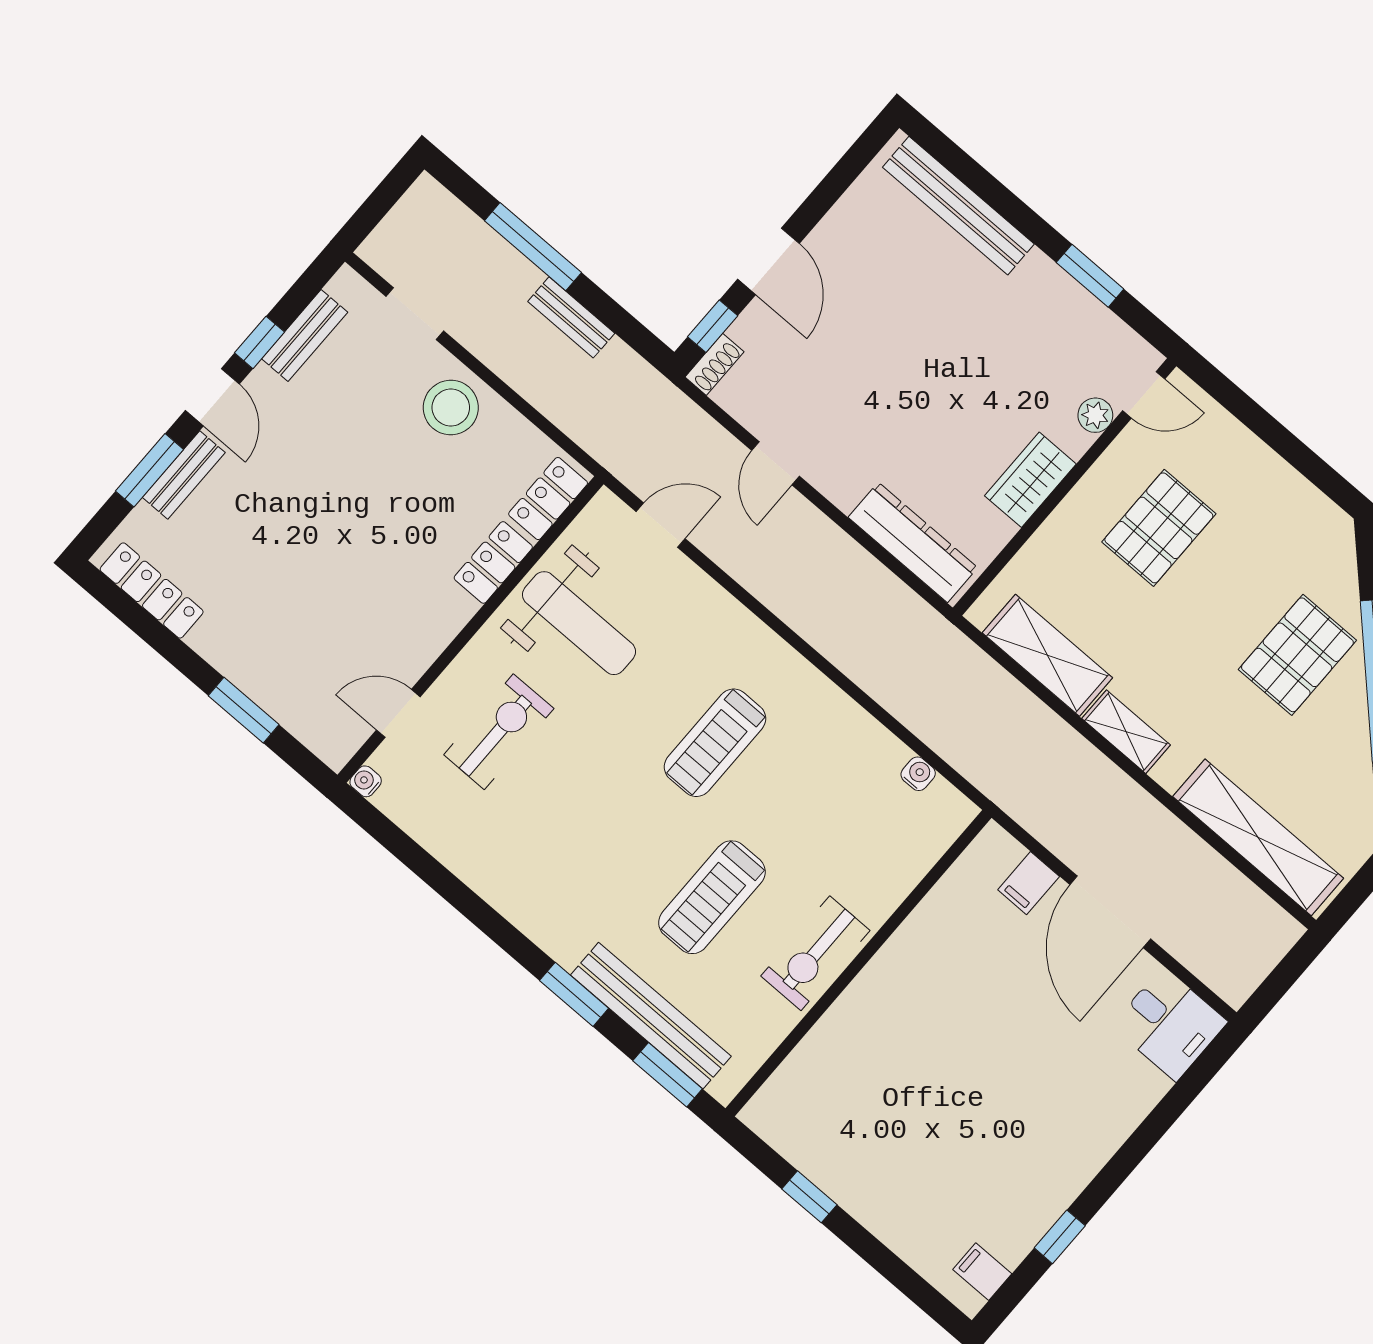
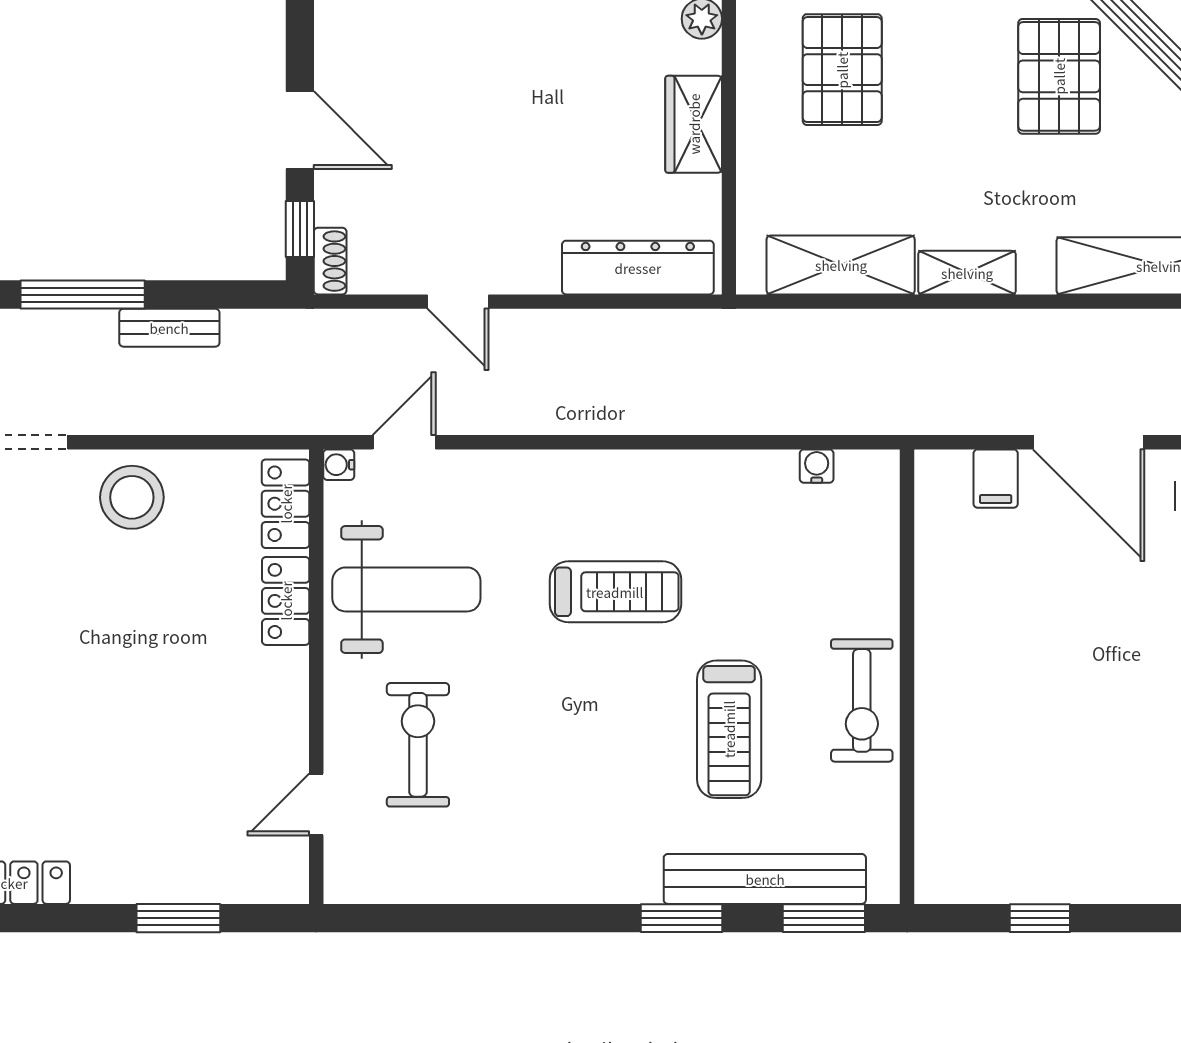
treadmill: (715, 743) -> (615, 592), turned -90
water cooler: (366, 781) -> (339, 465), moved

